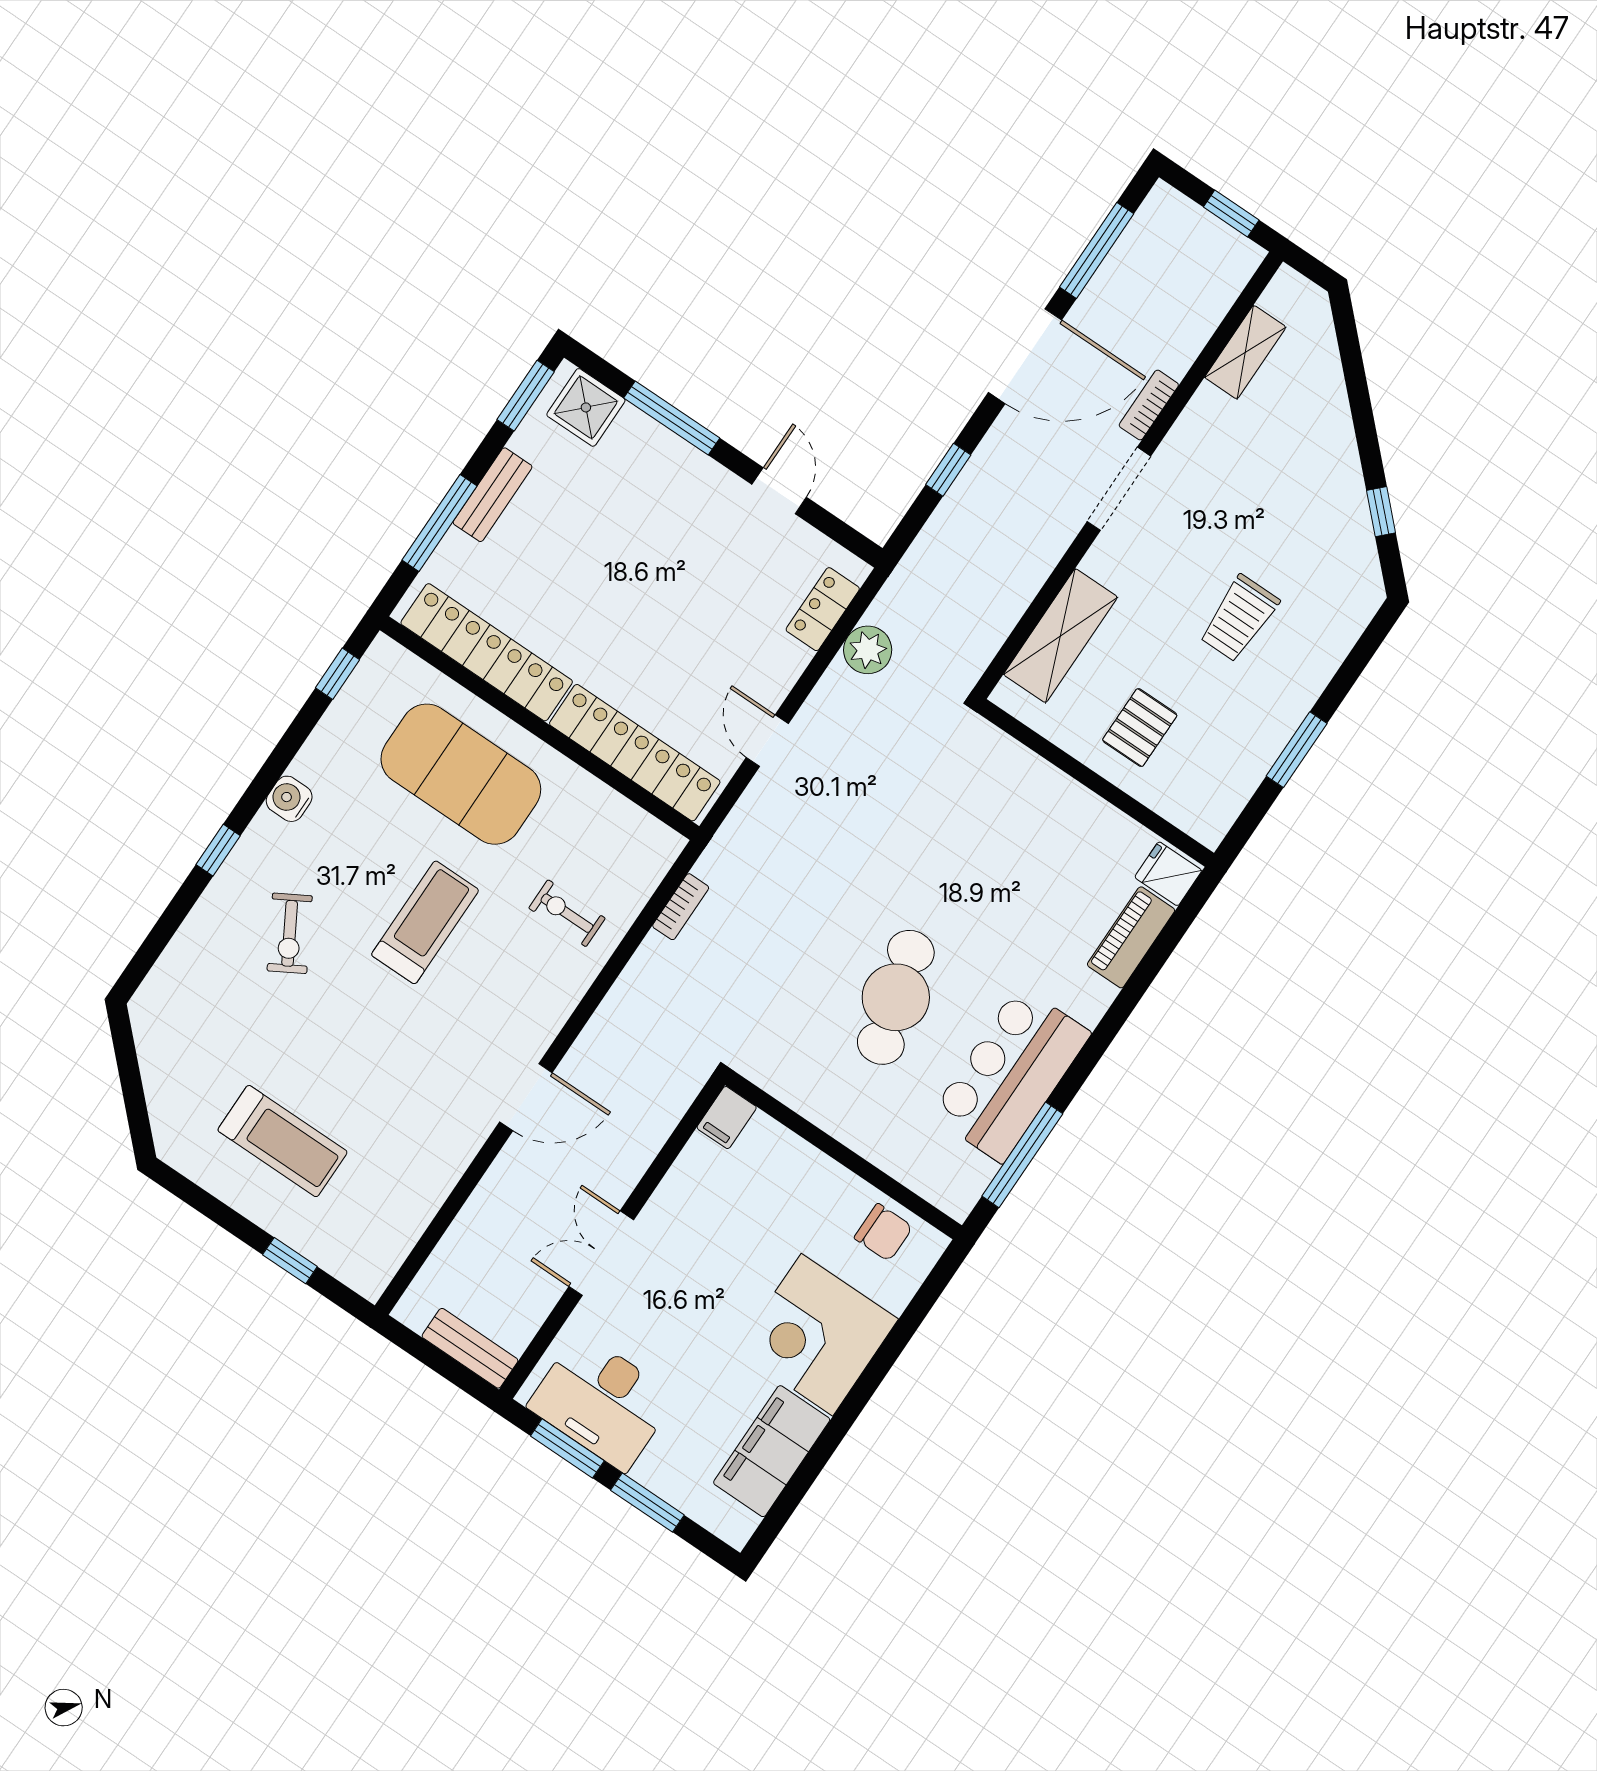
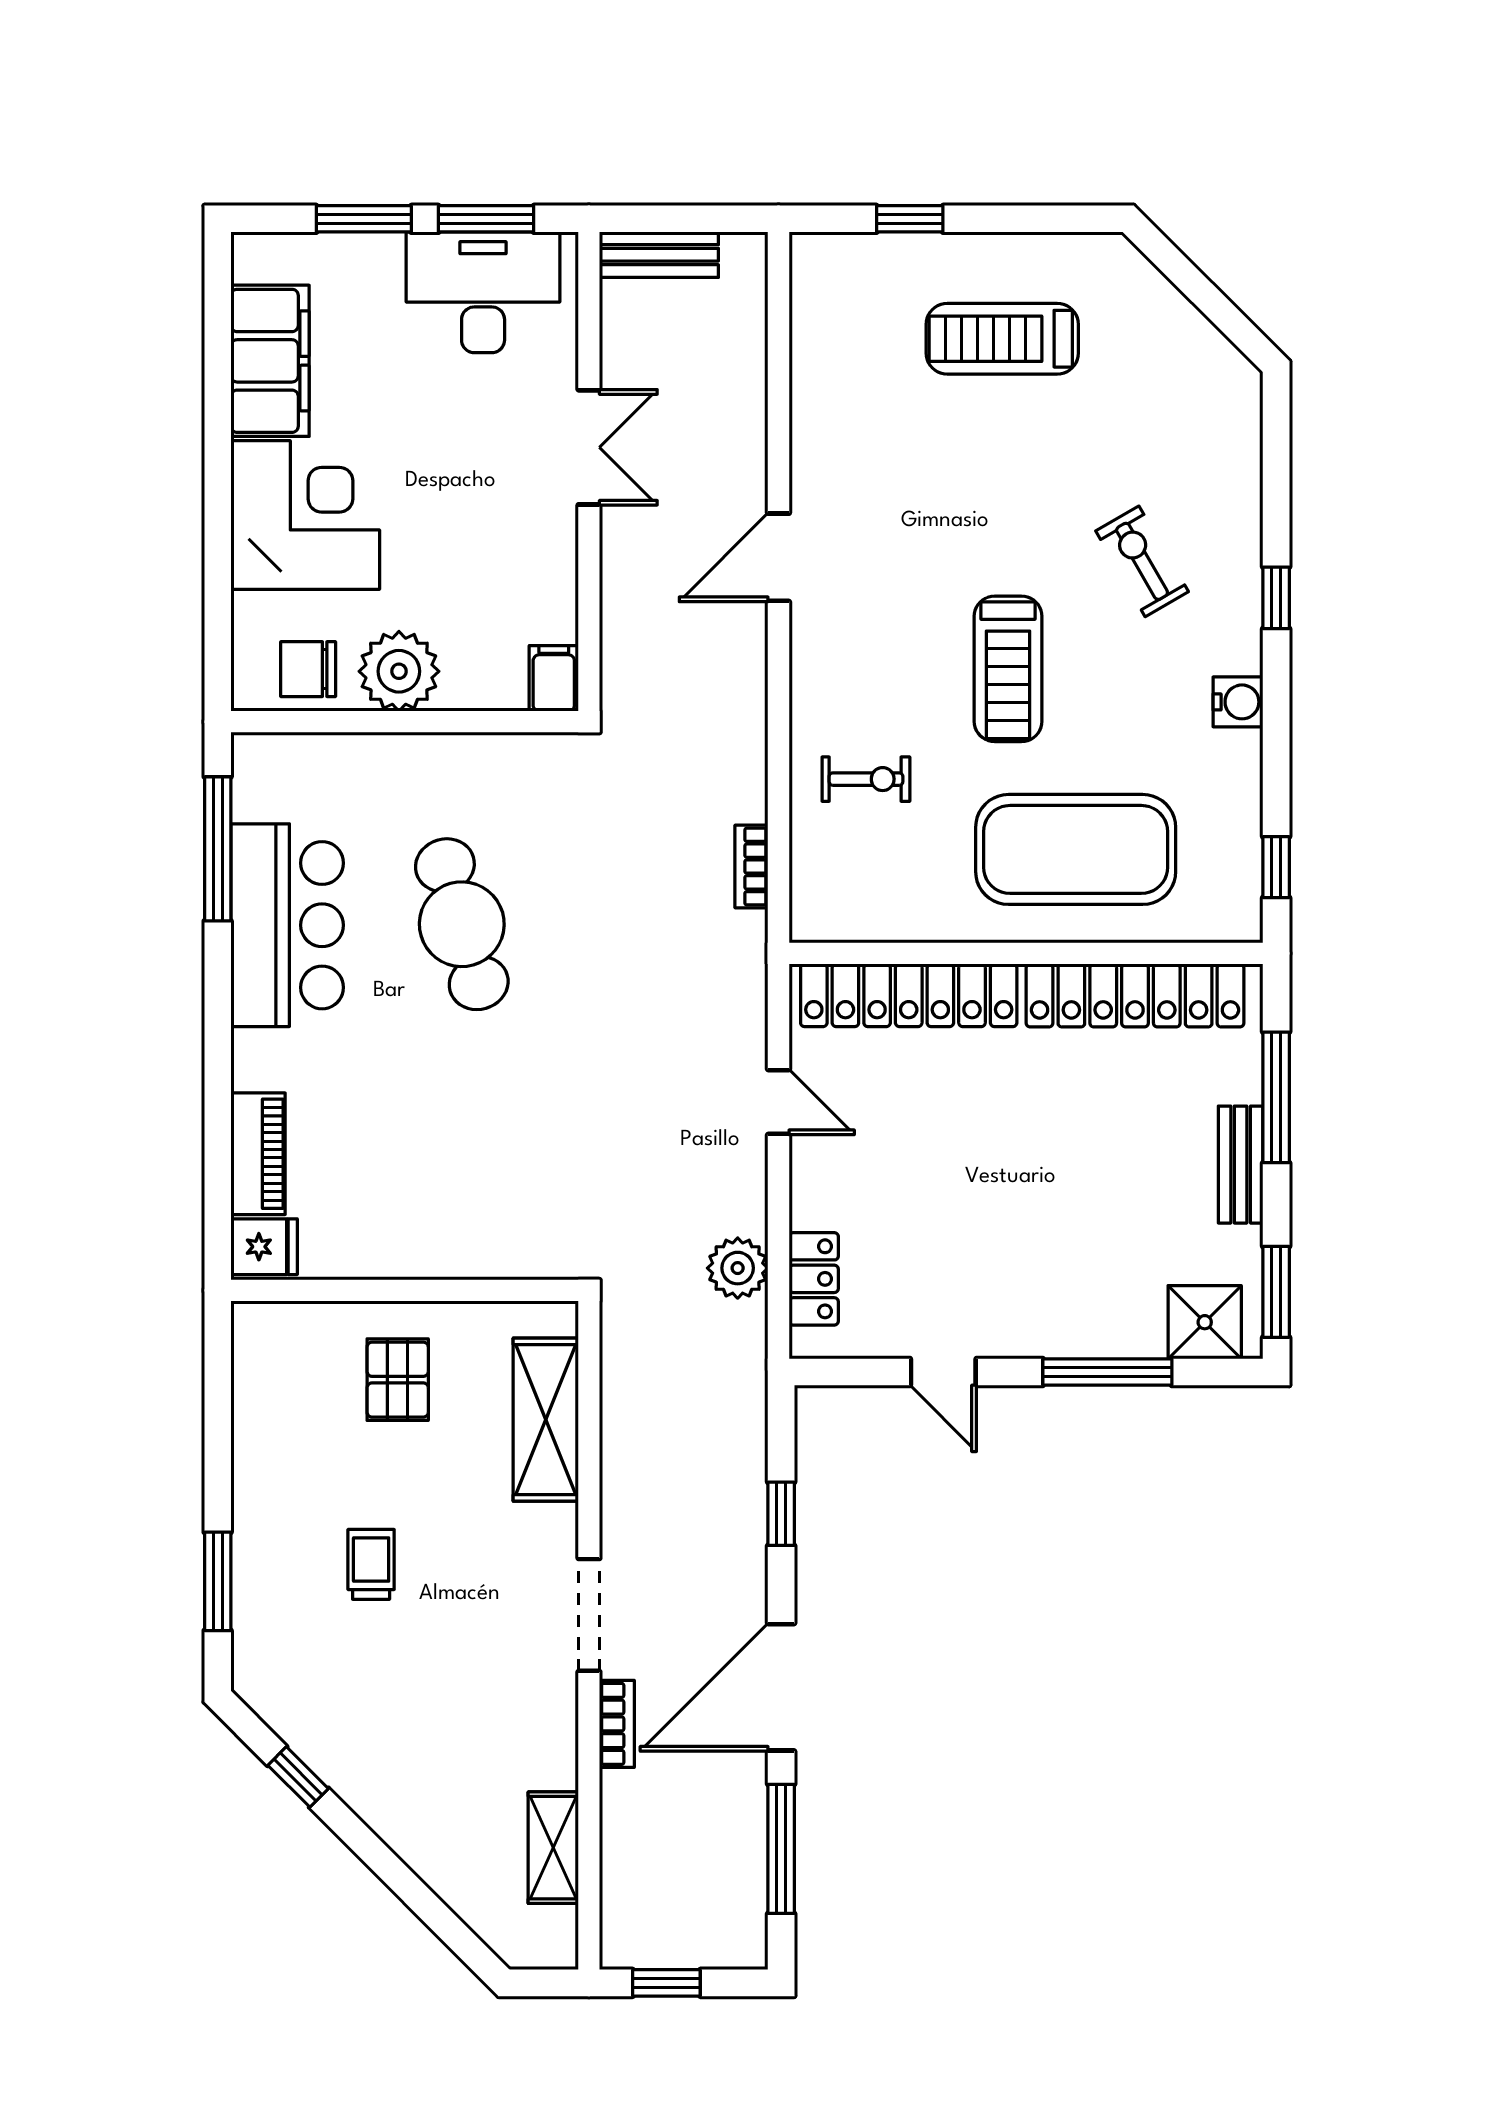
trolley: (1239, 618) -> (371, 1564), width x0.73, depth x0.72
window: (1297, 750) -> (218, 1581), moved
plant: (825, 1191) -> (399, 671), added

